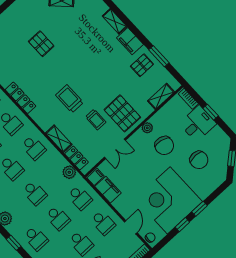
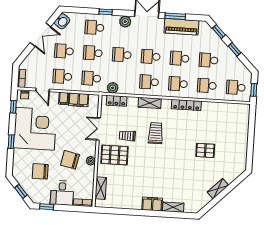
window: (159, 56) -> (126, 212), removed
pallet: (142, 65) -> (131, 196), removed
trolley: (70, 99) -> (156, 133), turned -90
window: (211, 112) -> (47, 207), moved
shelving: (59, 139) -> (150, 103), moved
filing cabinet: (96, 177) -> (64, 98), moved
window: (182, 225) -> (13, 107), moved

